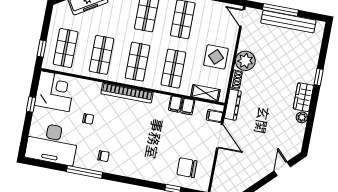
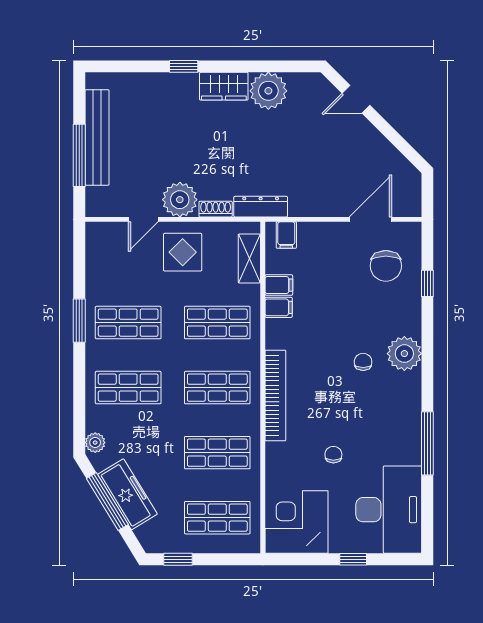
door: (242, 18) -> (143, 219), moved
window: (42, 48) -> (178, 559), moved
window: (31, 104) -> (353, 559), moved
plant: (302, 117) -> (268, 91), width x1.87, depth x1.87
door: (220, 136) -> (370, 219), moved
chair: (103, 156) -> (363, 362), moved
plant: (137, 169) -> (404, 354), added

